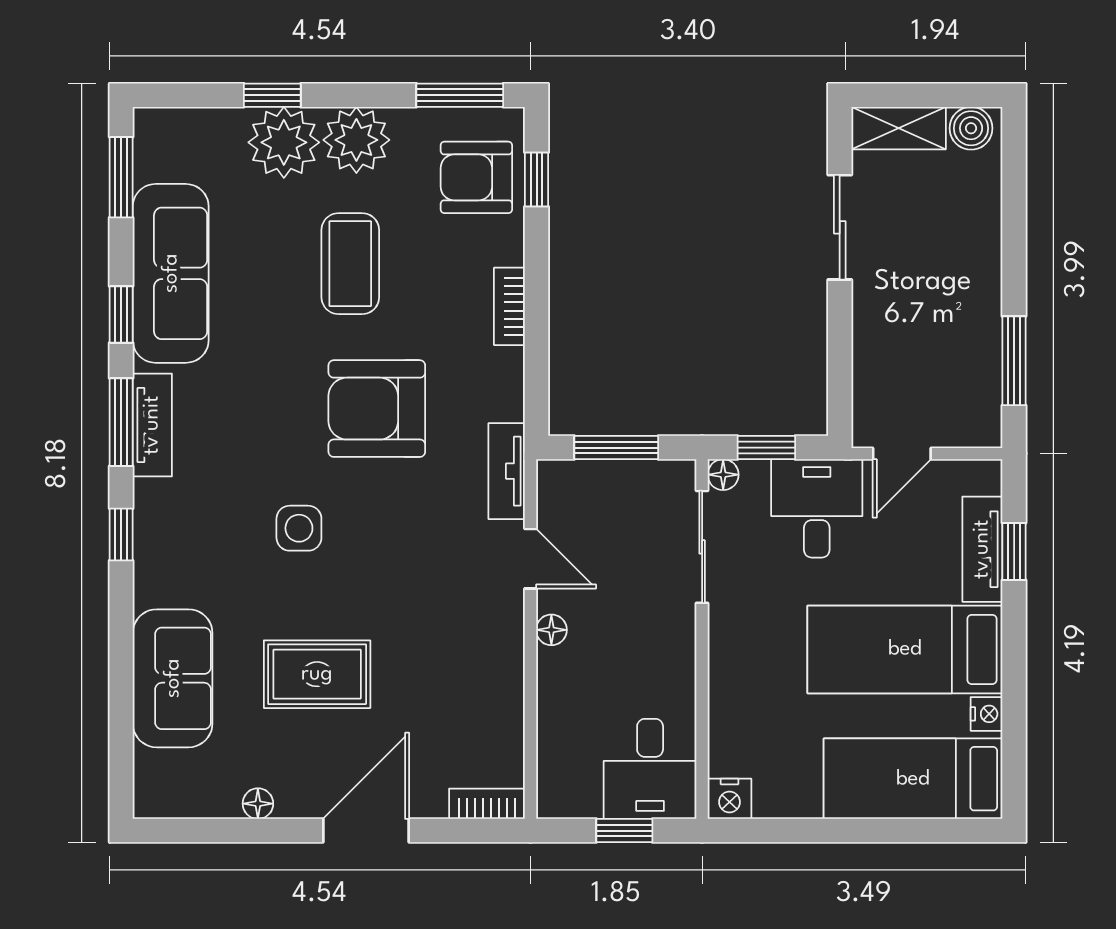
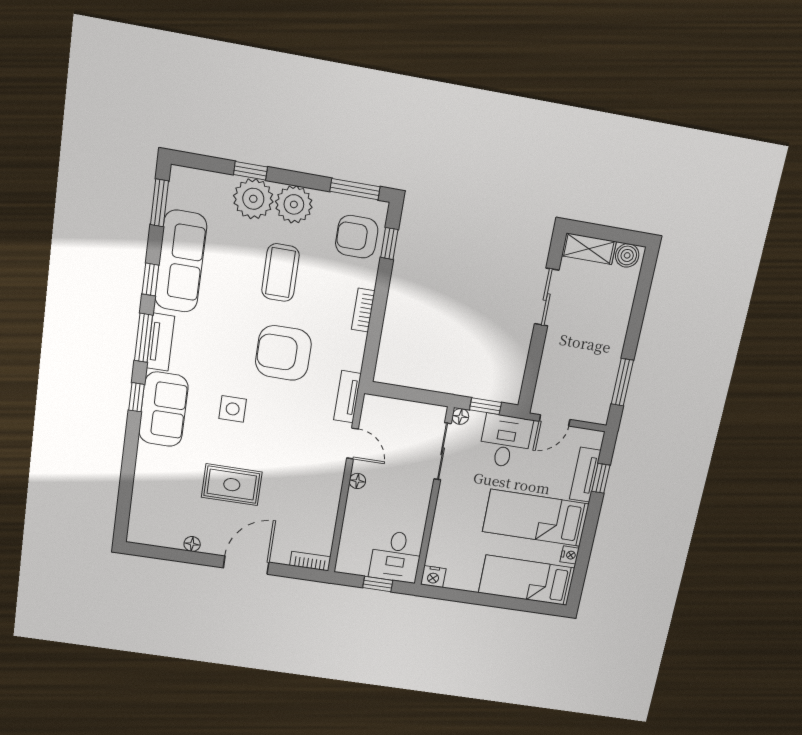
window: (616, 448) -> (407, 394), removed
sofa: (173, 678) -> (163, 409), moved

